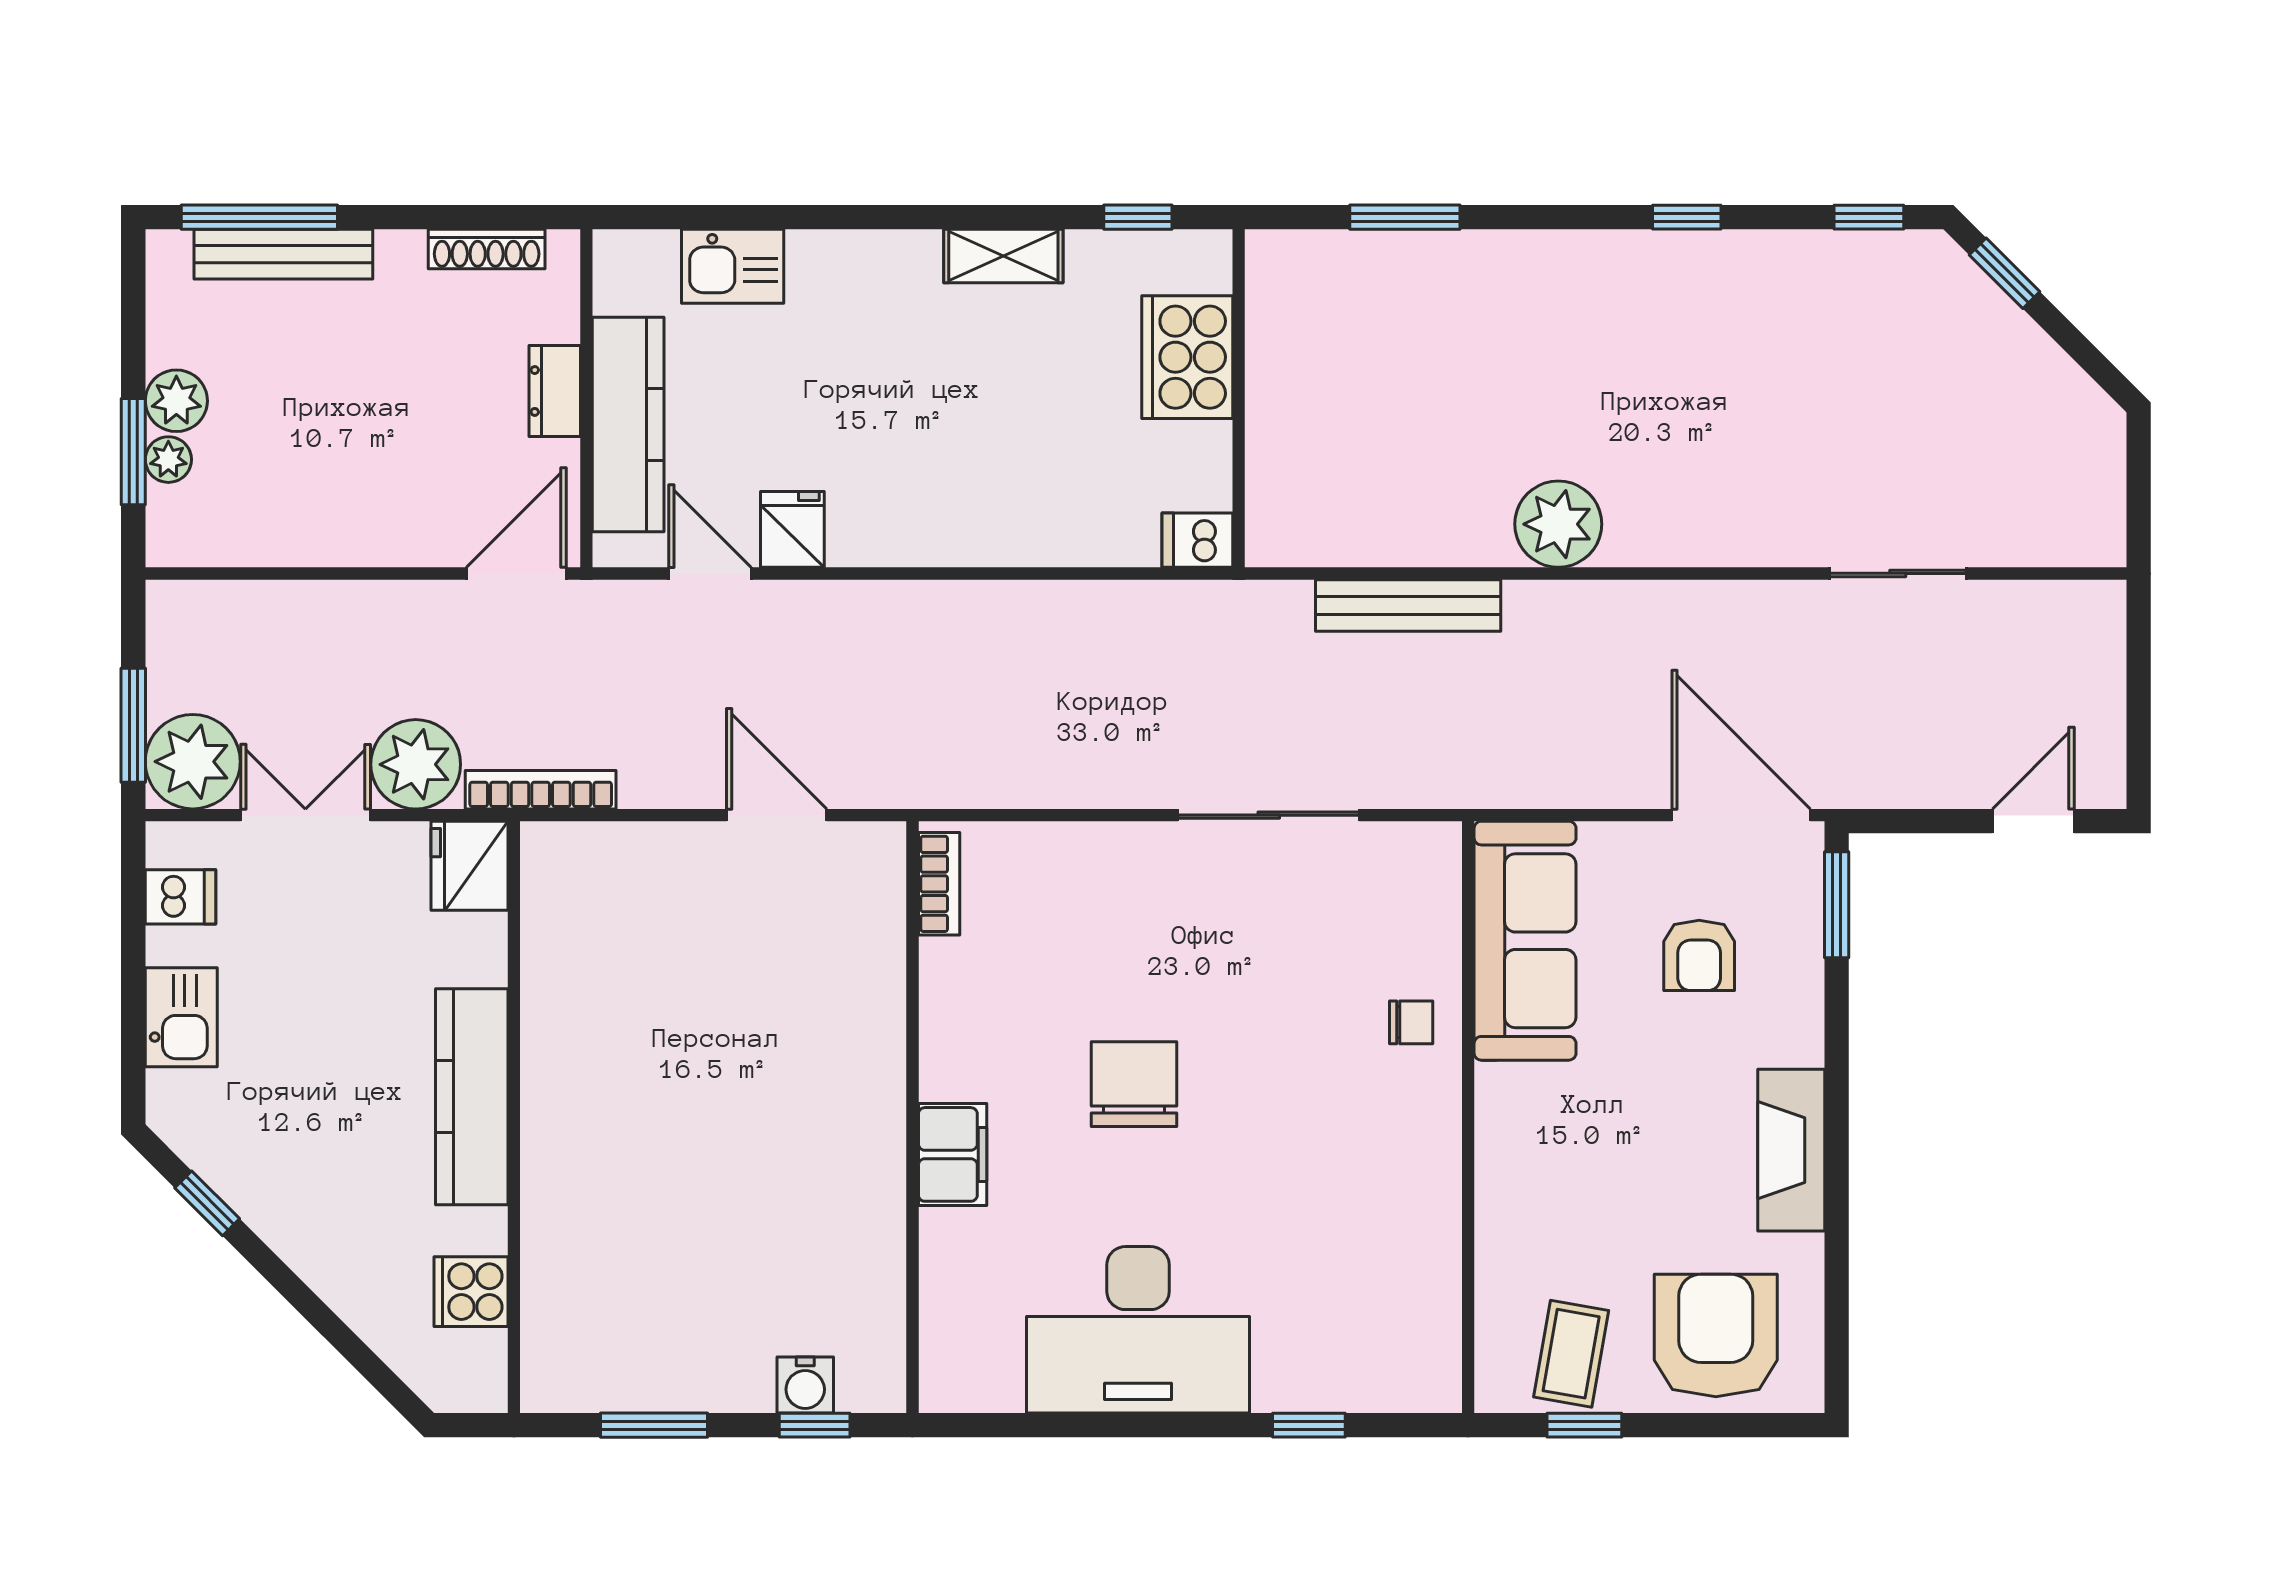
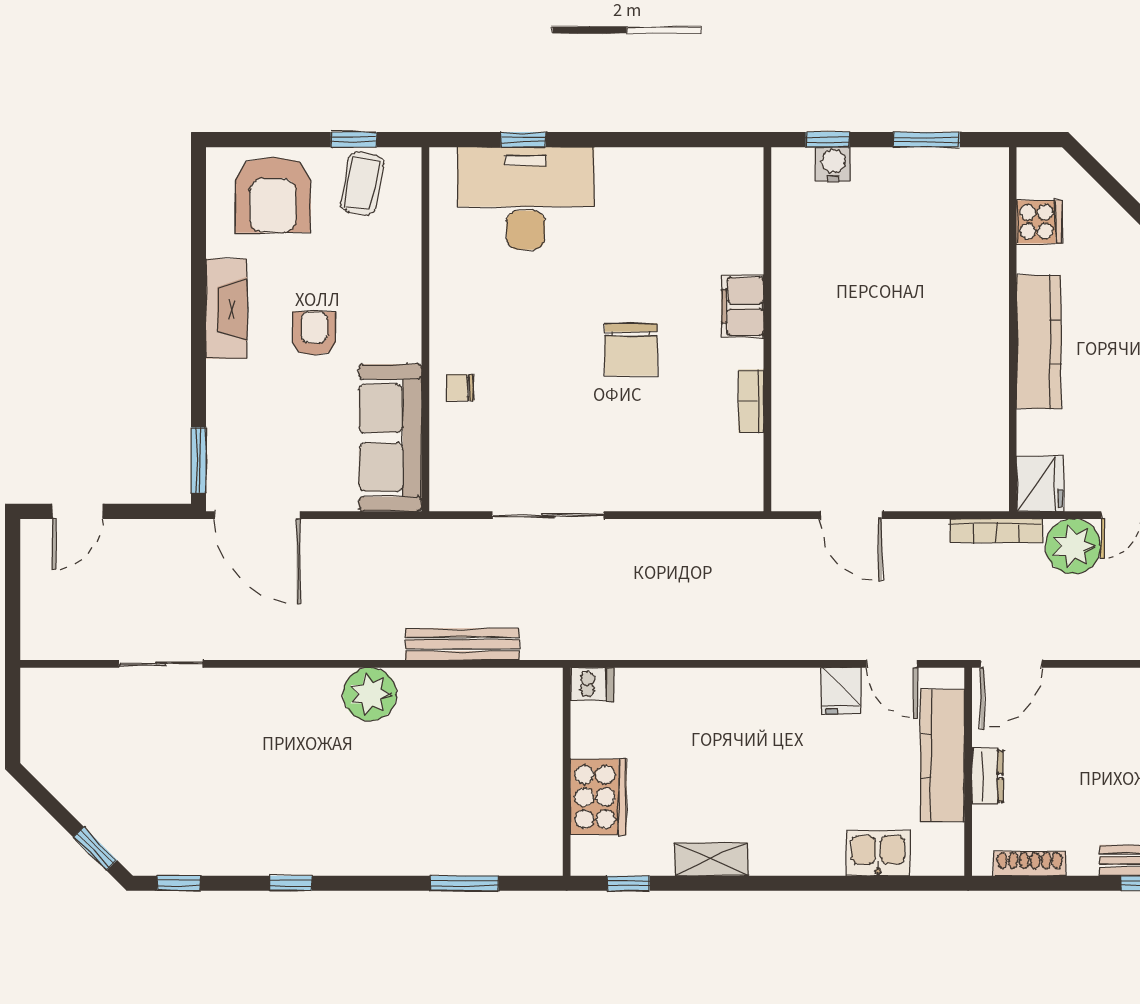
bookcase: (939, 884) -> (751, 401), moved
armchair: (1699, 955) -> (314, 333), moved
desk: (1138, 1330) -> (526, 198), moved

